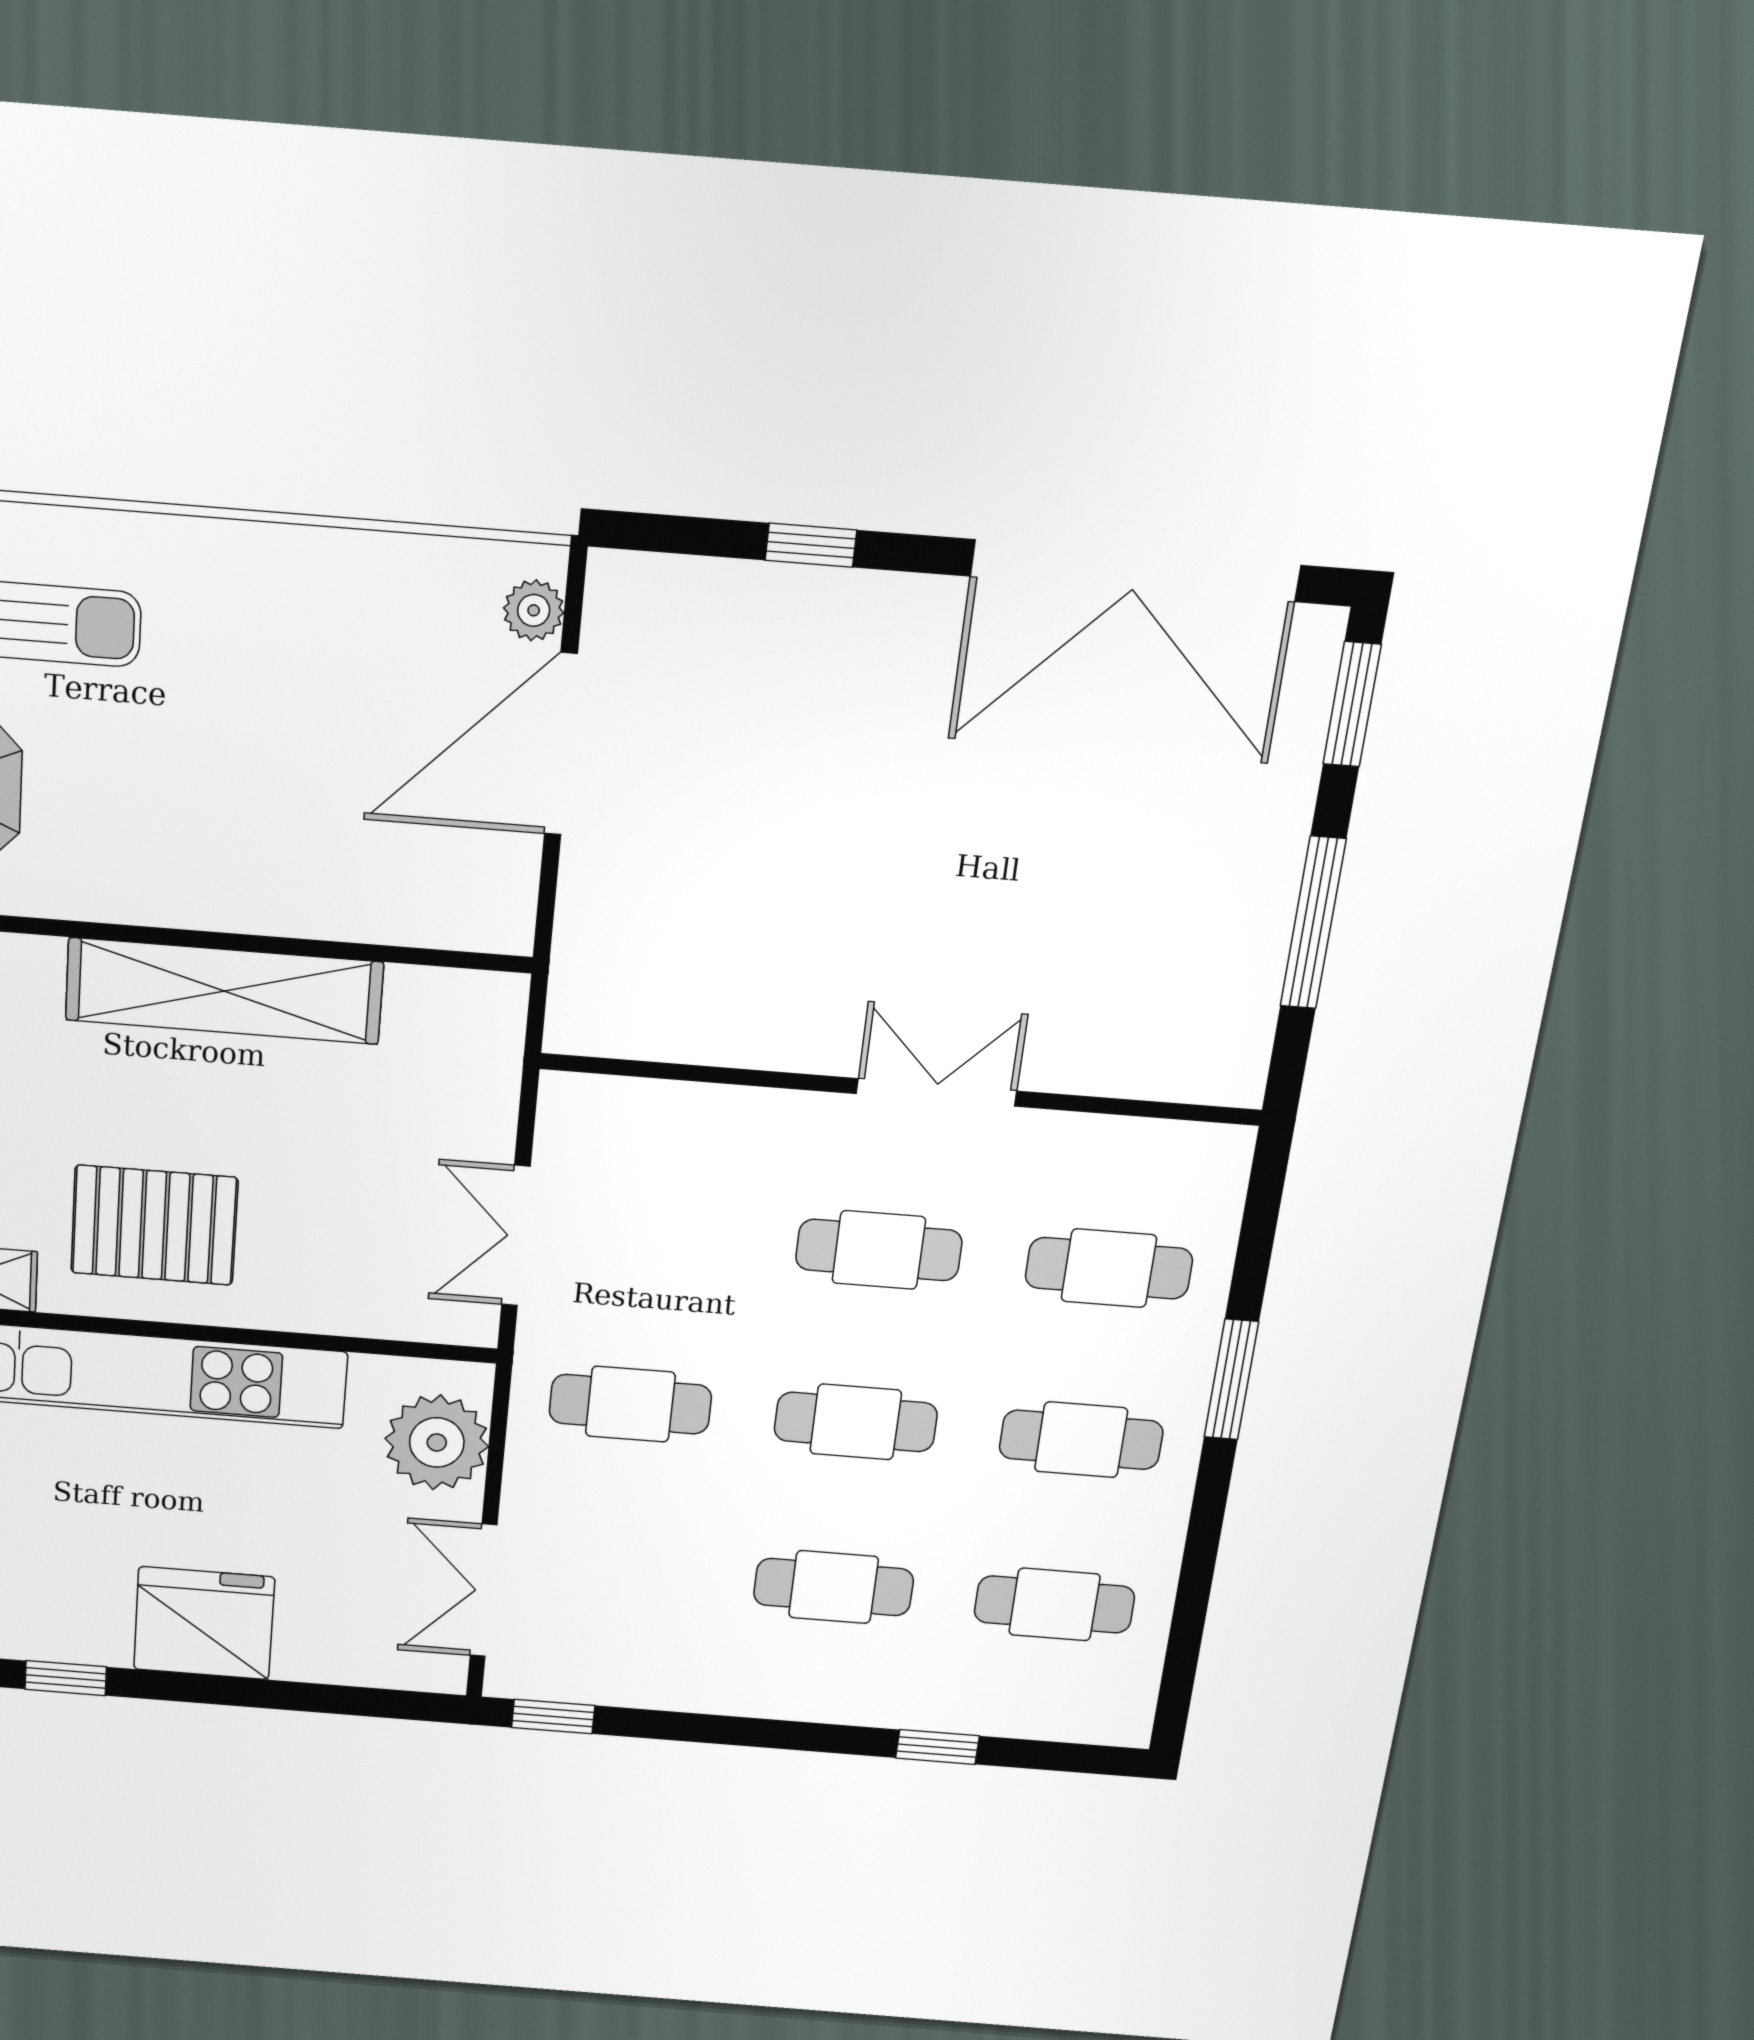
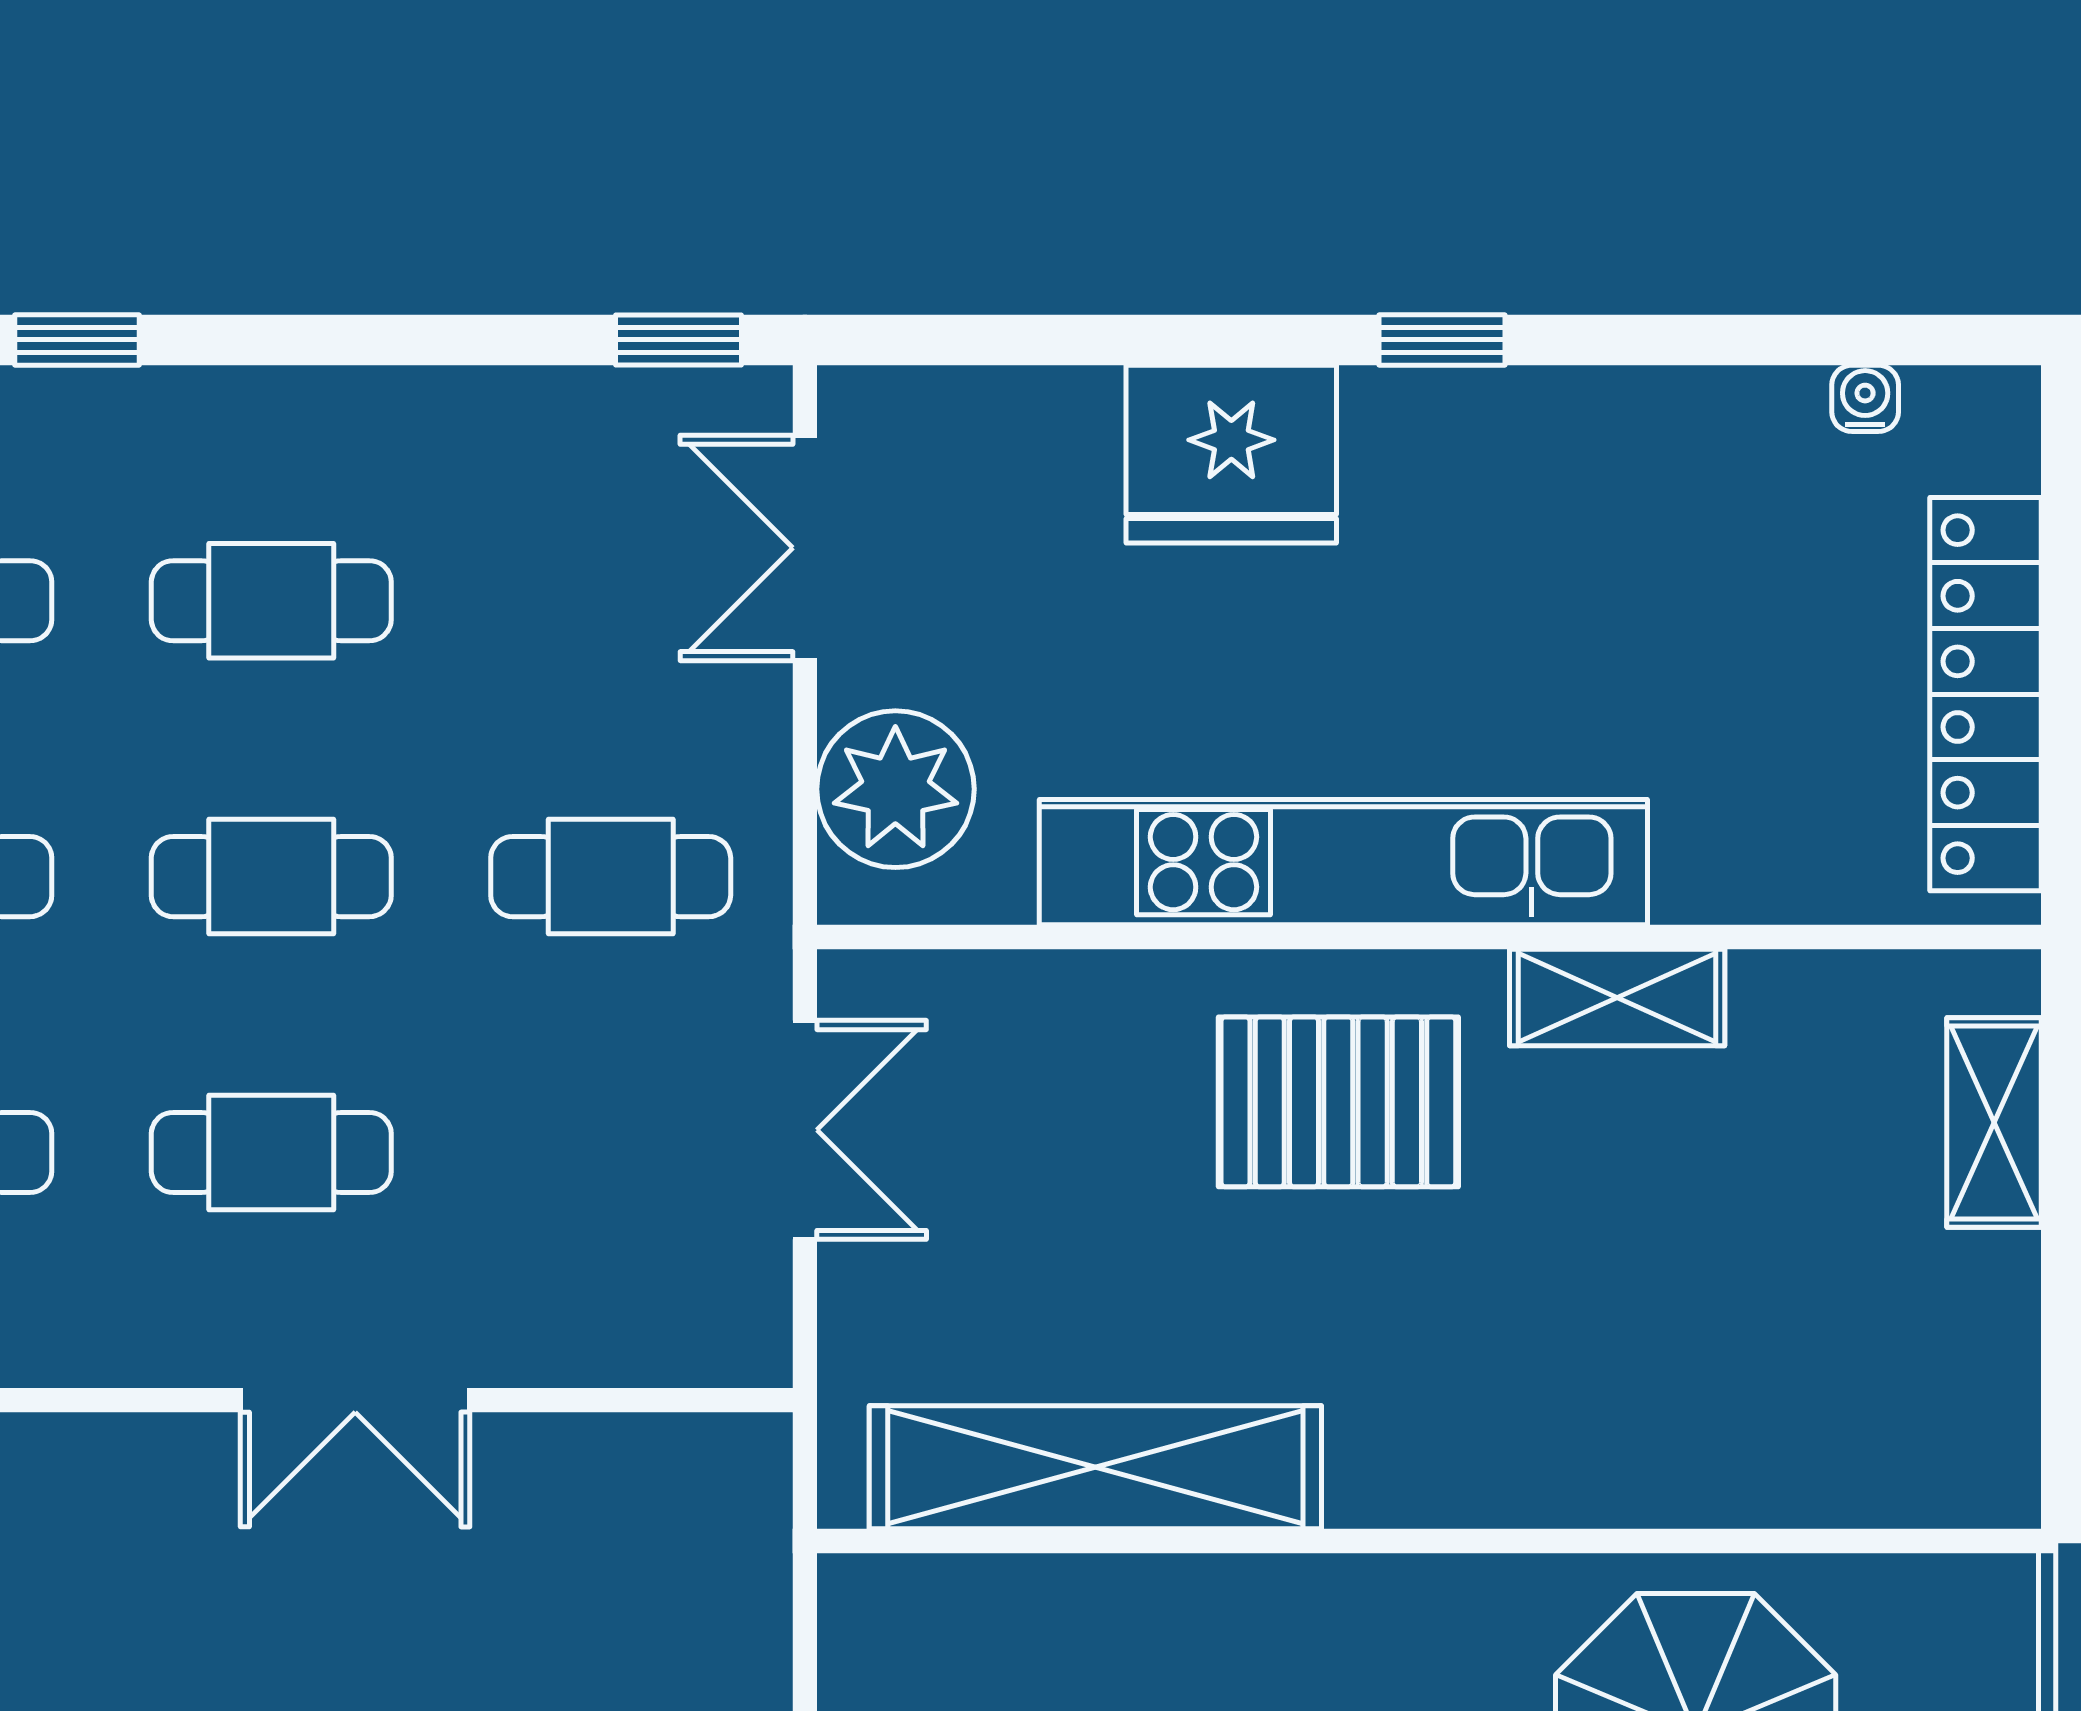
shelving: (224, 991) -> (1095, 1467), moved
double door: (937, 1092) -> (355, 1400), moved
double door: (484, 1591) -> (805, 548), swing flipped

